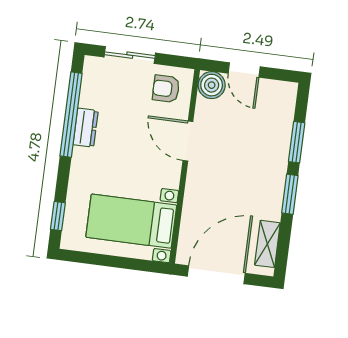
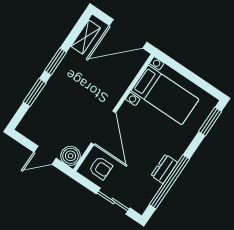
door: (244, 70) -> (45, 155), swing flipped
door: (188, 141) -> (103, 128), width x1.36
window: (58, 216) -> (210, 121), width x1.50

